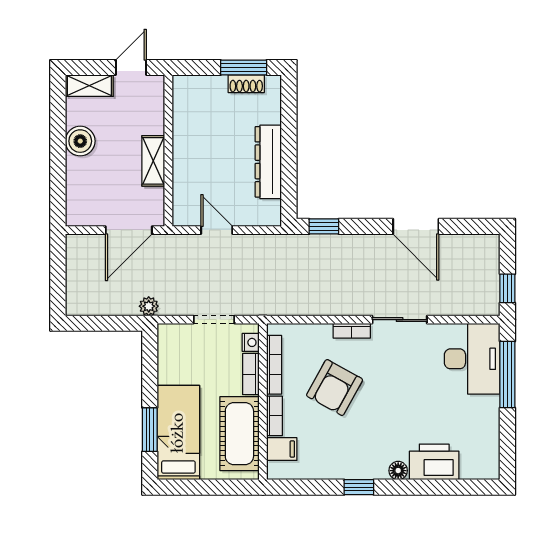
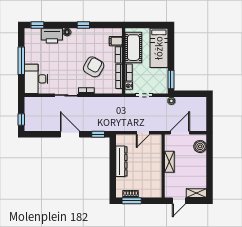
boiler: (80, 141) -> (200, 146), moved
door: (416, 226) -> (70, 134), moved
door: (217, 230) -> (143, 133), hinge flipped
window: (507, 288) -> (21, 119), moved
window: (507, 375) -> (21, 61), moved
window: (150, 430) -> (171, 79), moved
window: (469, 487) -> (37, 25), added

